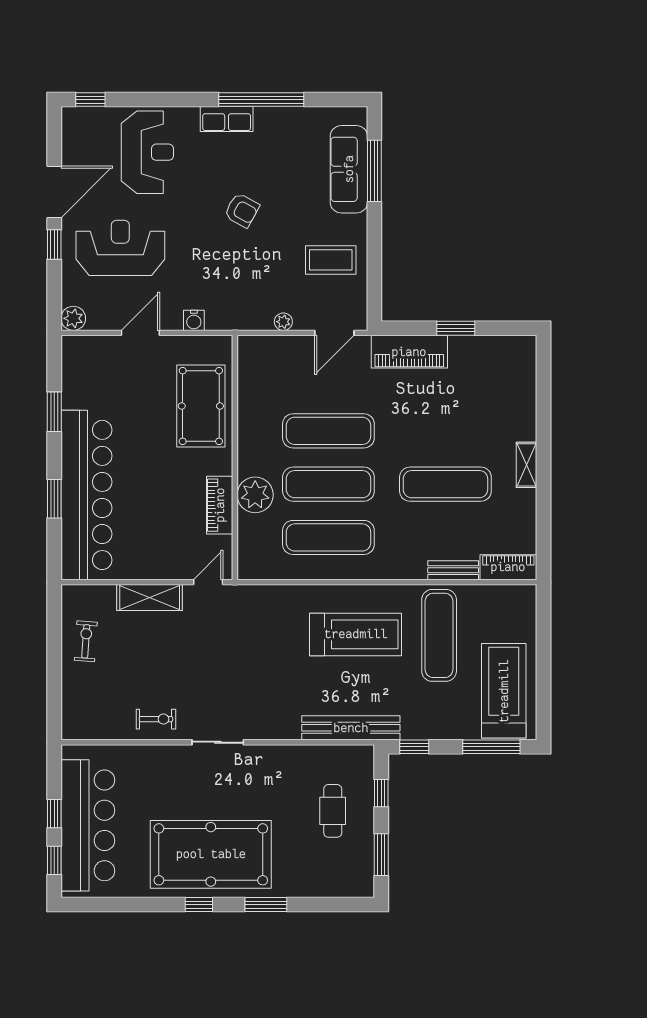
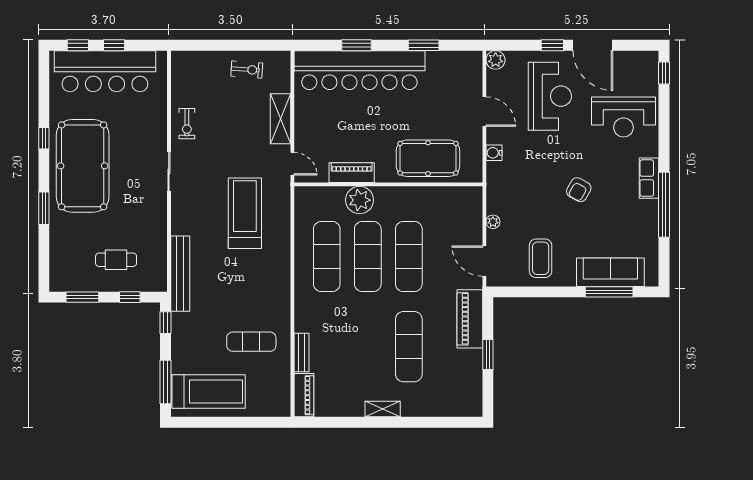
exercise mat: (445, 484) -> (409, 347), moved
treadmill: (356, 634) -> (245, 213), moved, turned 180
exercise mat: (439, 635) -> (251, 342), width x0.73, depth x0.69
window: (199, 905) -> (44, 138), moved

